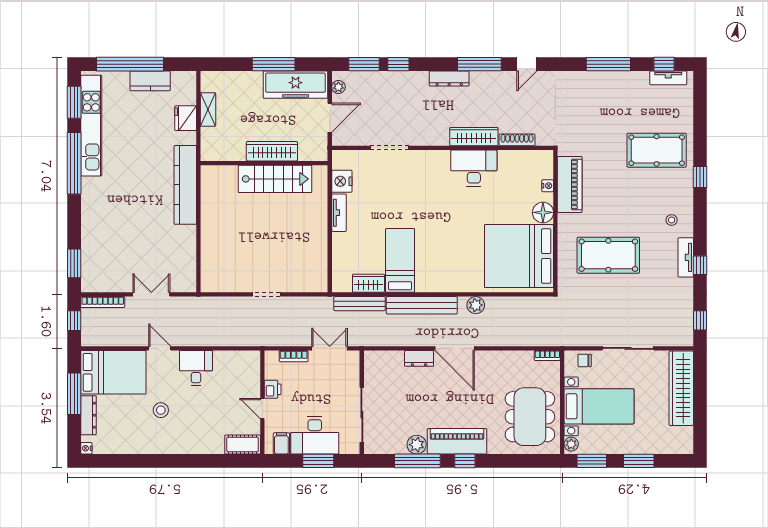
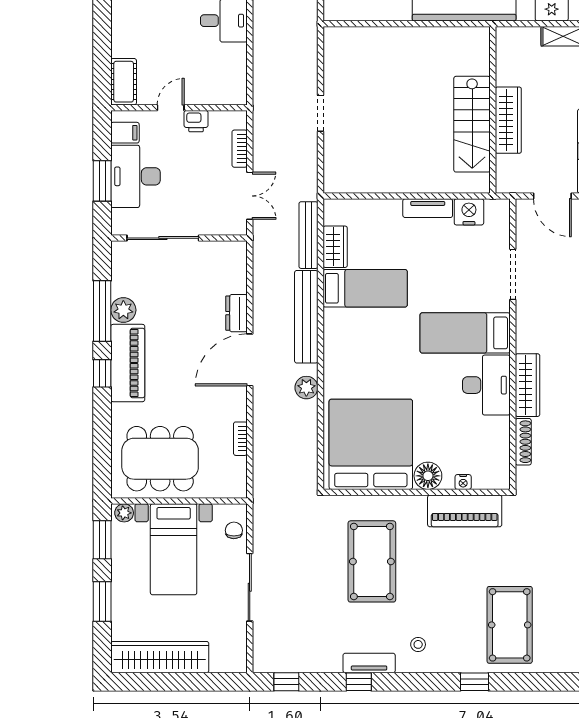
bed: (434, 184) -> (465, 333), added
bookcase: (547, 356) -> (240, 439), moved
wardrobe: (681, 388) -> (160, 657), moved

